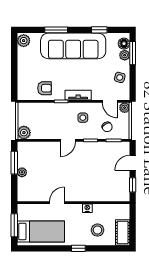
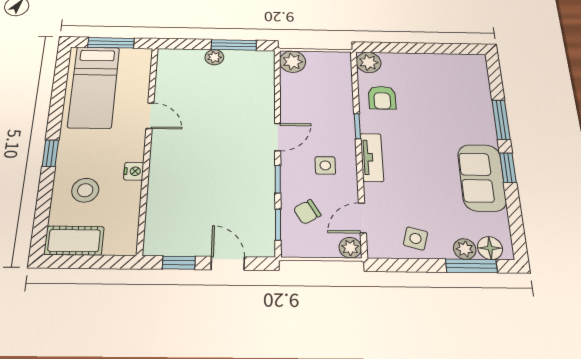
window: (99, 30) -> (508, 168), moved
plant: (24, 41) -> (369, 62), moved
sofa: (73, 46) -> (482, 178), width x0.54, depth x0.79
door: (68, 140) -> (278, 137), swing flipped

